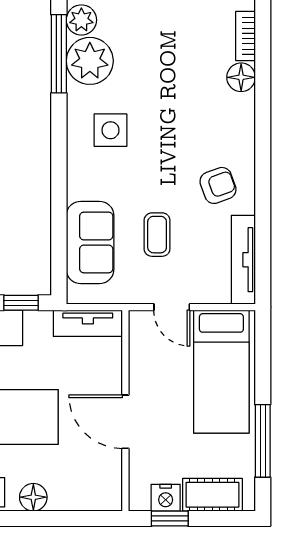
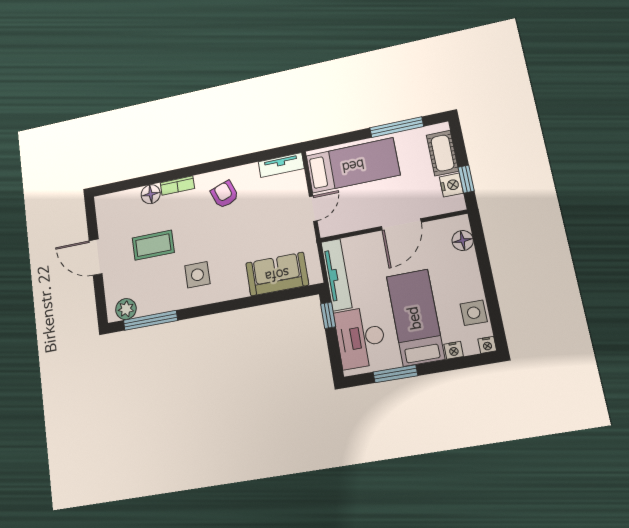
bookcase: (246, 36) -> (177, 186), moved
plant: (90, 61) -> (153, 298), removed
coffee table: (157, 235) -> (153, 245), moved, width x1.36, depth x1.30
tv unit: (243, 260) -> (281, 165), width x0.71
tv unit: (88, 323) -> (336, 275), width x1.41
floor lamp: (33, 497) -> (463, 240), moved

